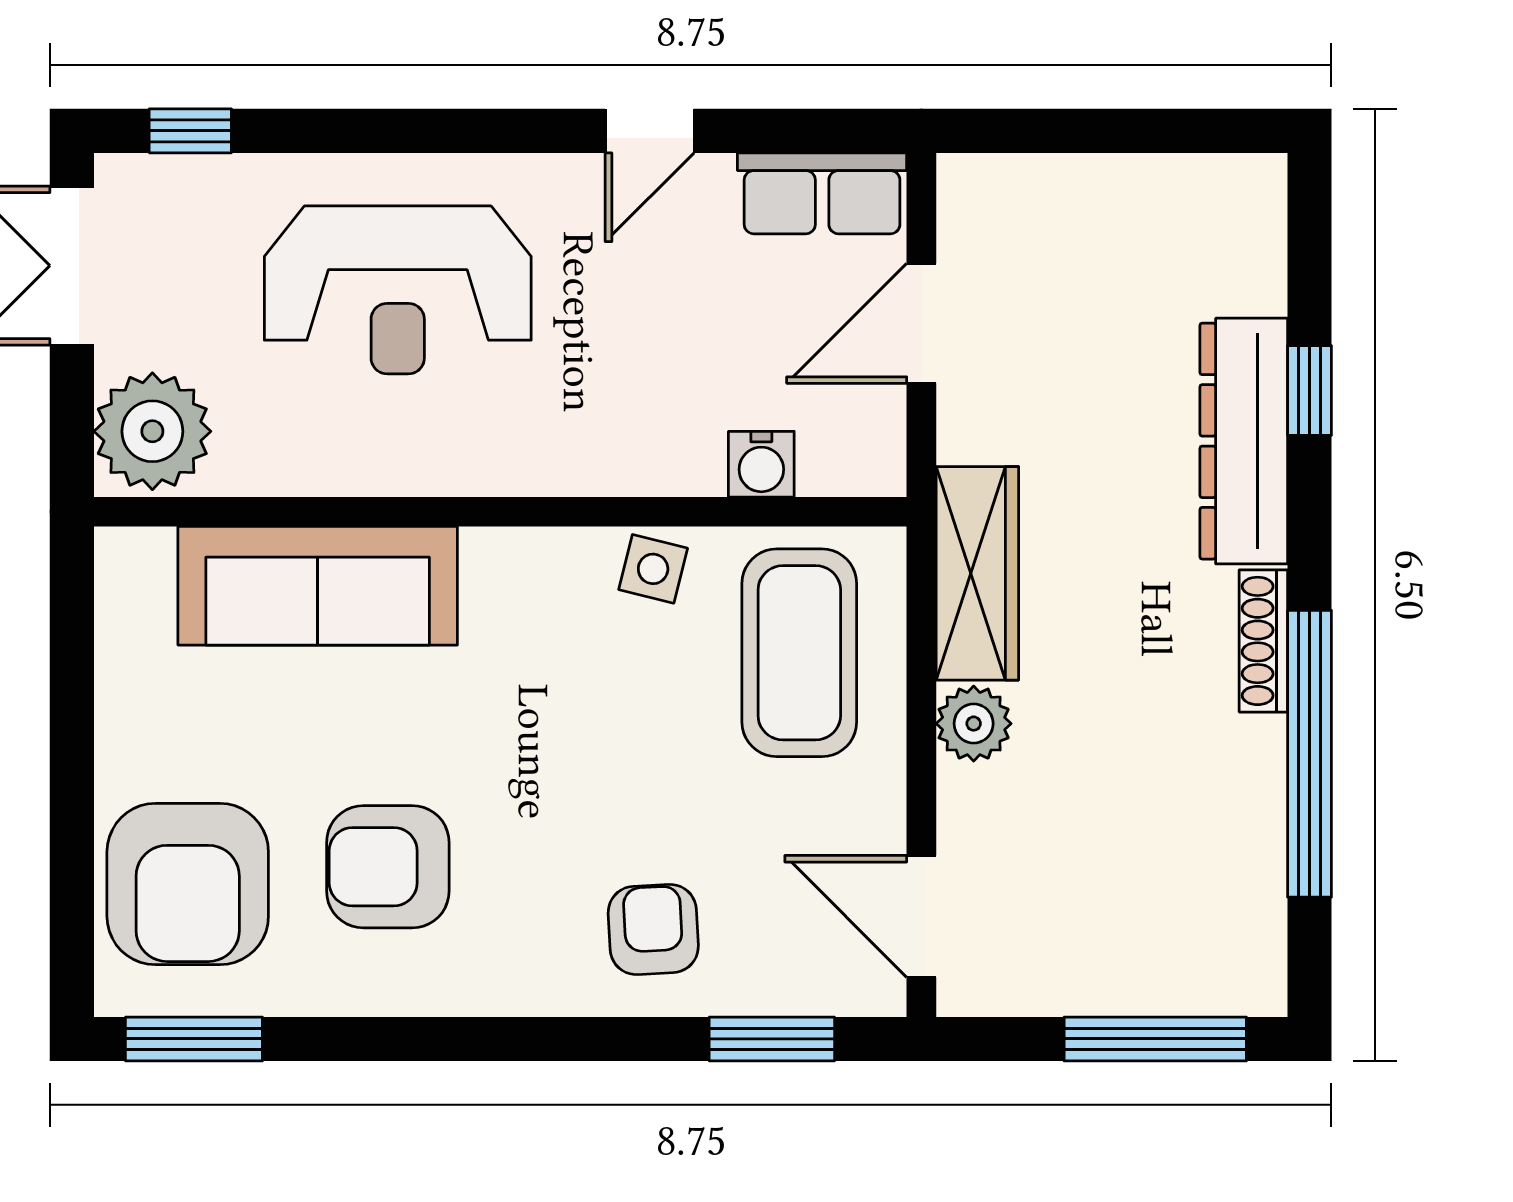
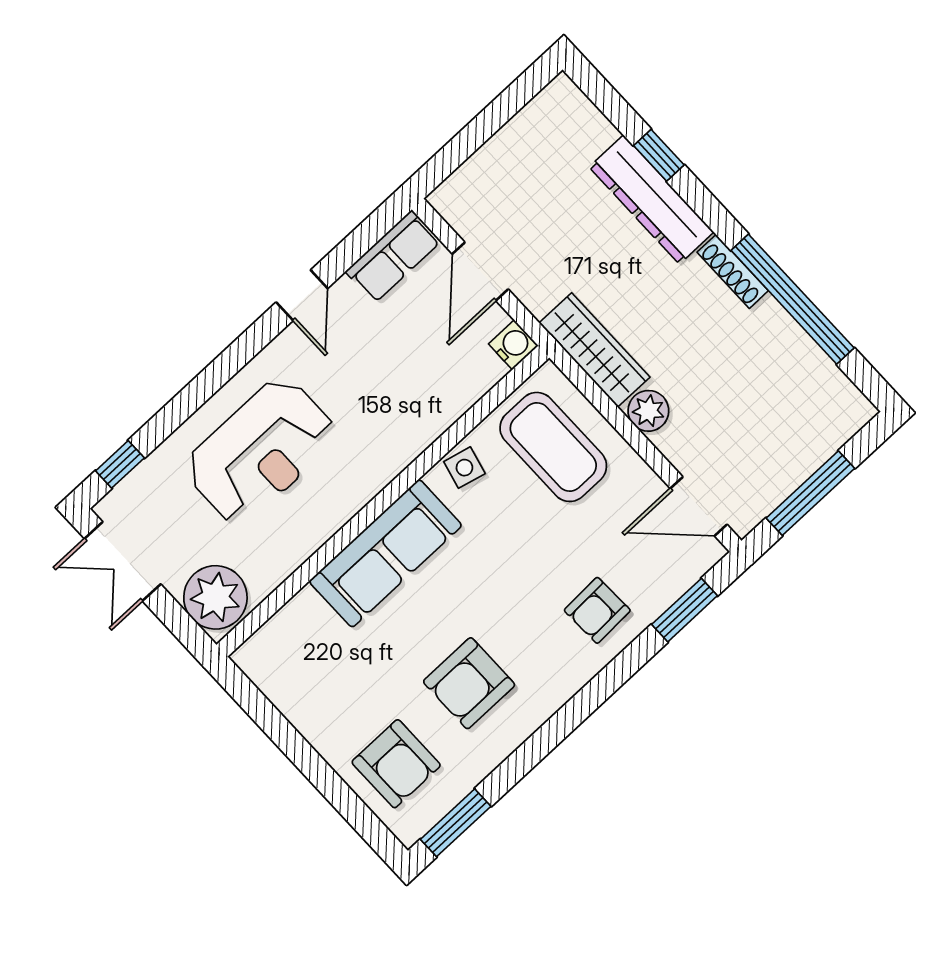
water cooler: (761, 464) -> (513, 345), moved, turned -90
sofa: (318, 586) -> (386, 553), moved
armchair: (188, 884) -> (396, 764), width x0.73, depth x0.73
armchair: (653, 929) -> (597, 610), turned -89
window: (1155, 1039) -> (810, 493), moved

